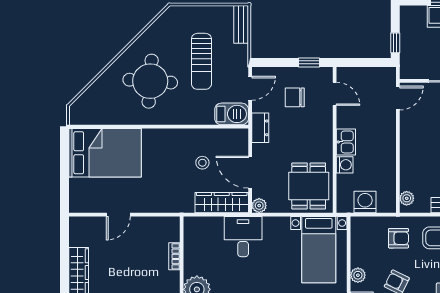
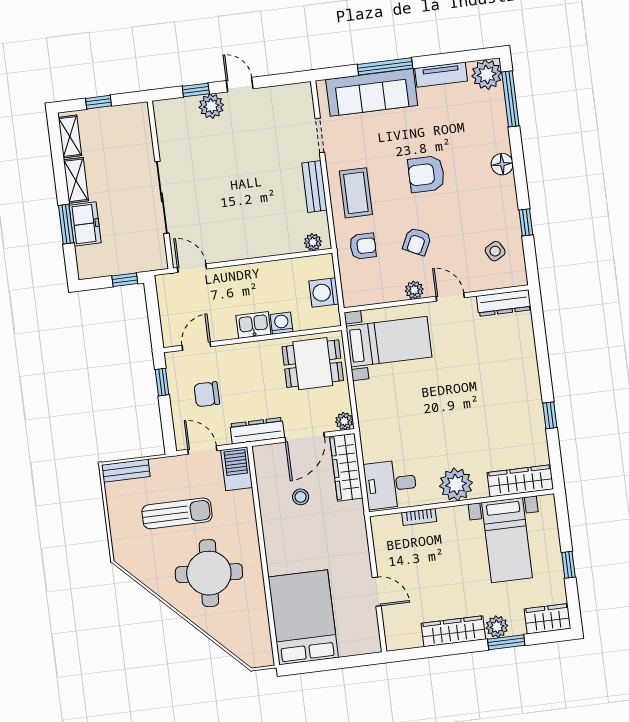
chair: (295, 97) -> (207, 394), turned 90
dresser: (260, 128) -> (257, 431), width x1.44
desk: (243, 237) -> (391, 484), moved
armchair: (398, 238) -> (363, 246), turned 90

